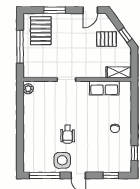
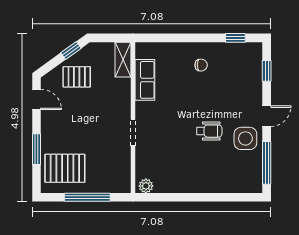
pallet: (106, 39) -> (77, 77), turned 90

